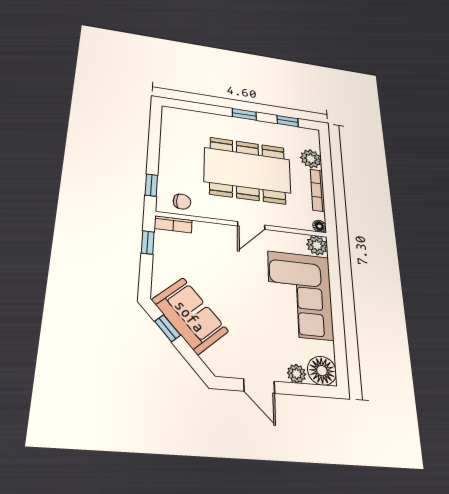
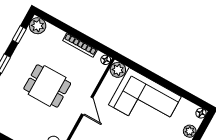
plant: (311, 159) -> (38, 26), moved
dining table: (248, 170) -> (47, 86), width x0.53, depth x0.80
floor lamp: (322, 371) -> (201, 113), width x0.53, depth x0.53

